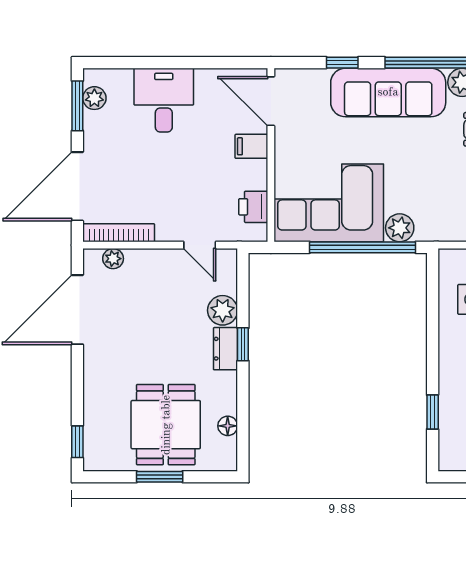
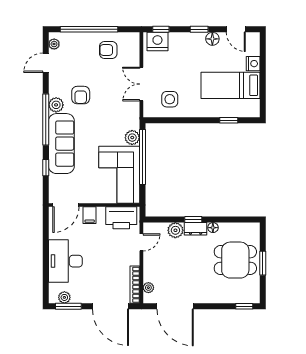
desk: (164, 100) -> (65, 261), width x1.37
printer: (253, 207) -> (121, 218), width x1.87, depth x1.48
floor lamp: (228, 426) -> (213, 228), moved

